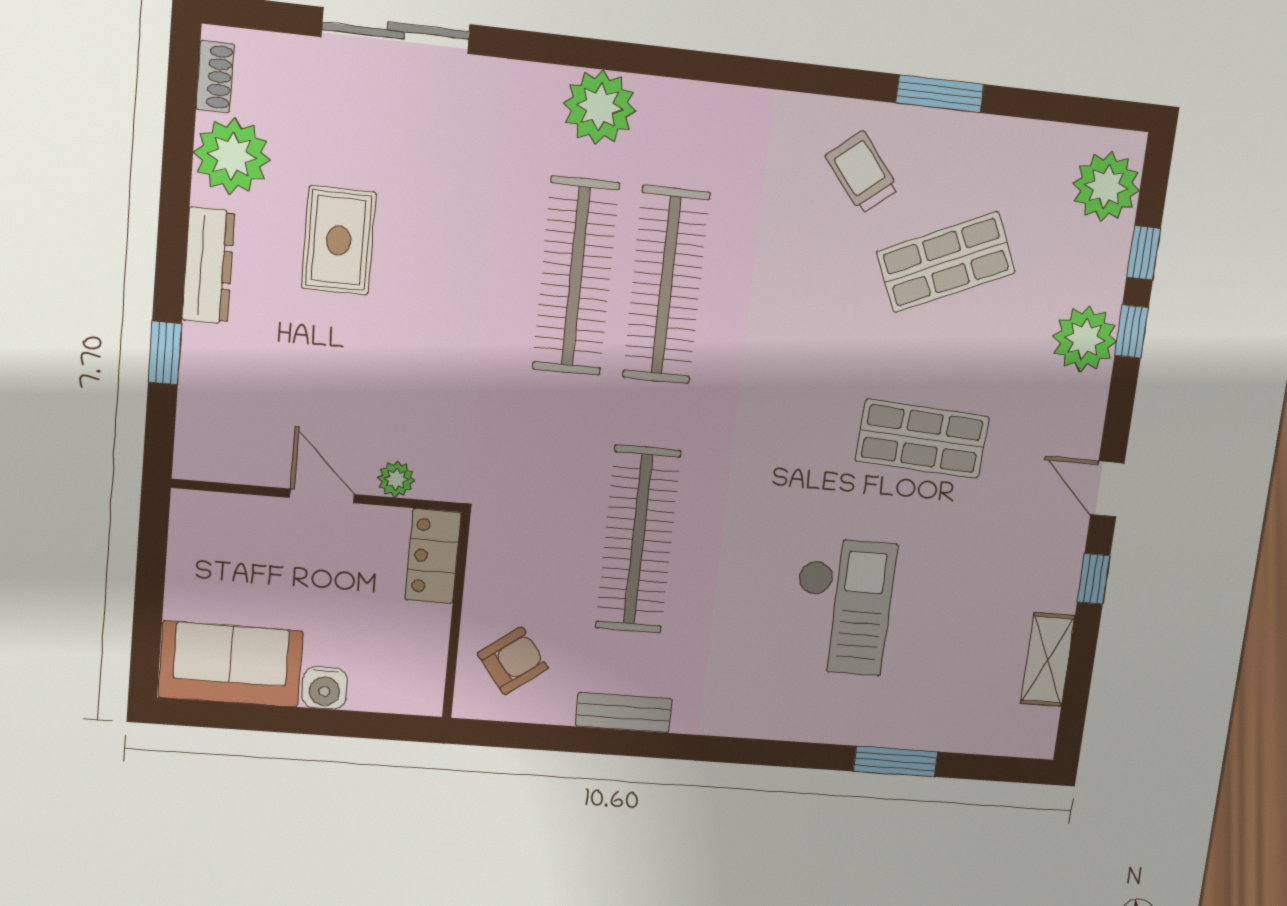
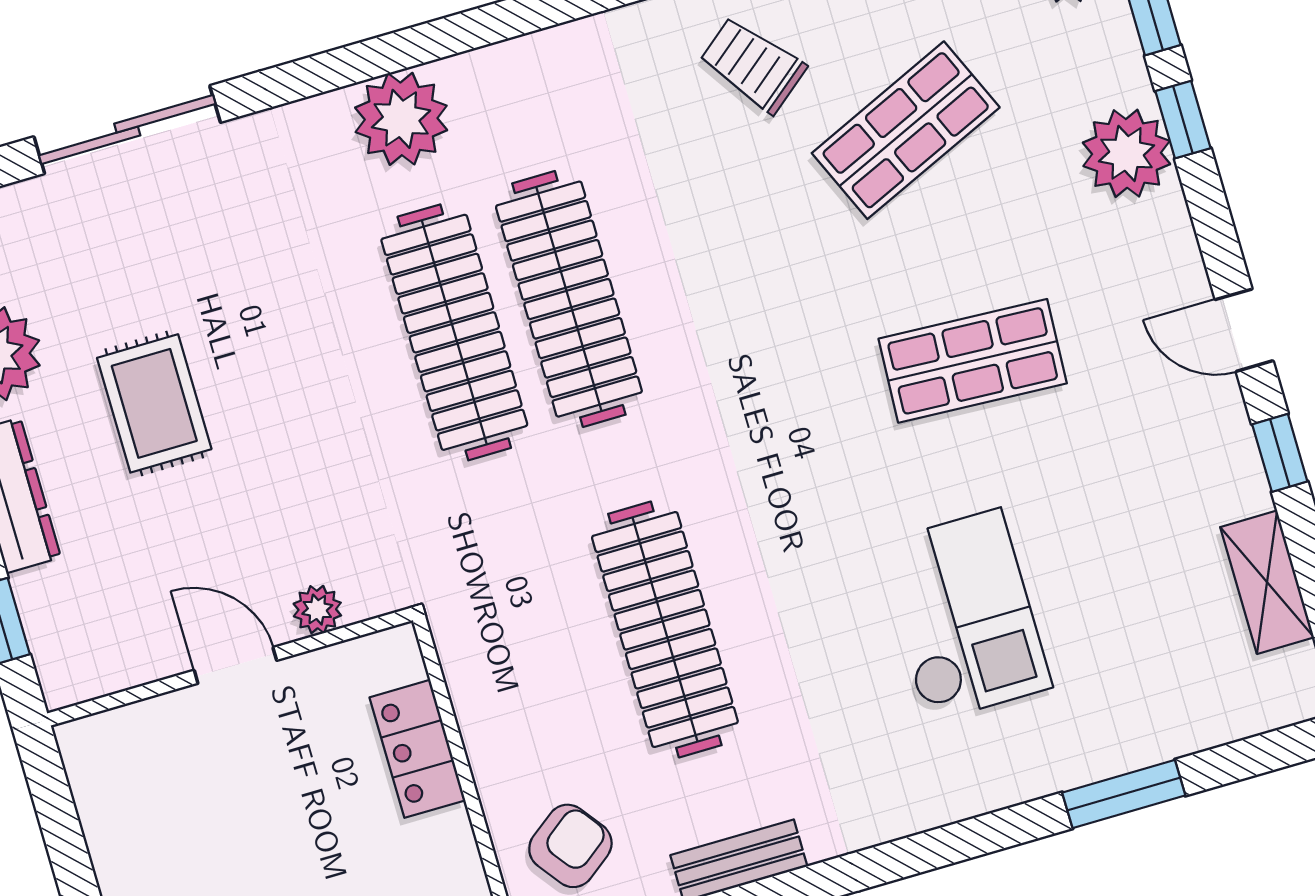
plant: (396, 479) -> (317, 610), moved
wall: (318, 496) -> (230, 667), moved
door: (322, 496) -> (235, 665), moved

